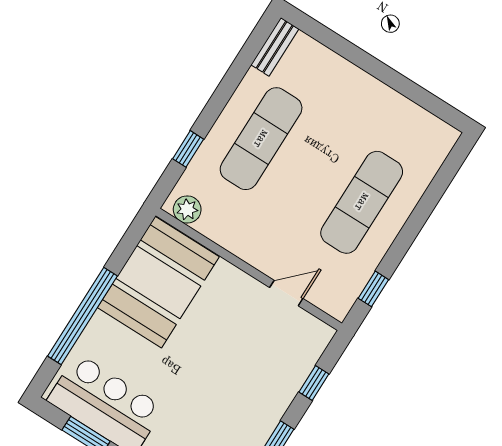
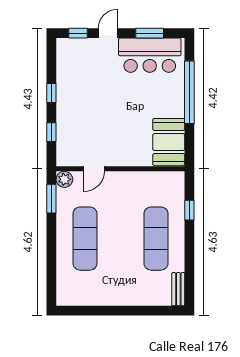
plant: (187, 209) -> (64, 179), moved
booth: (158, 282) -> (169, 142), width x0.73, depth x0.70
window: (373, 289) -> (51, 199), width x1.50

